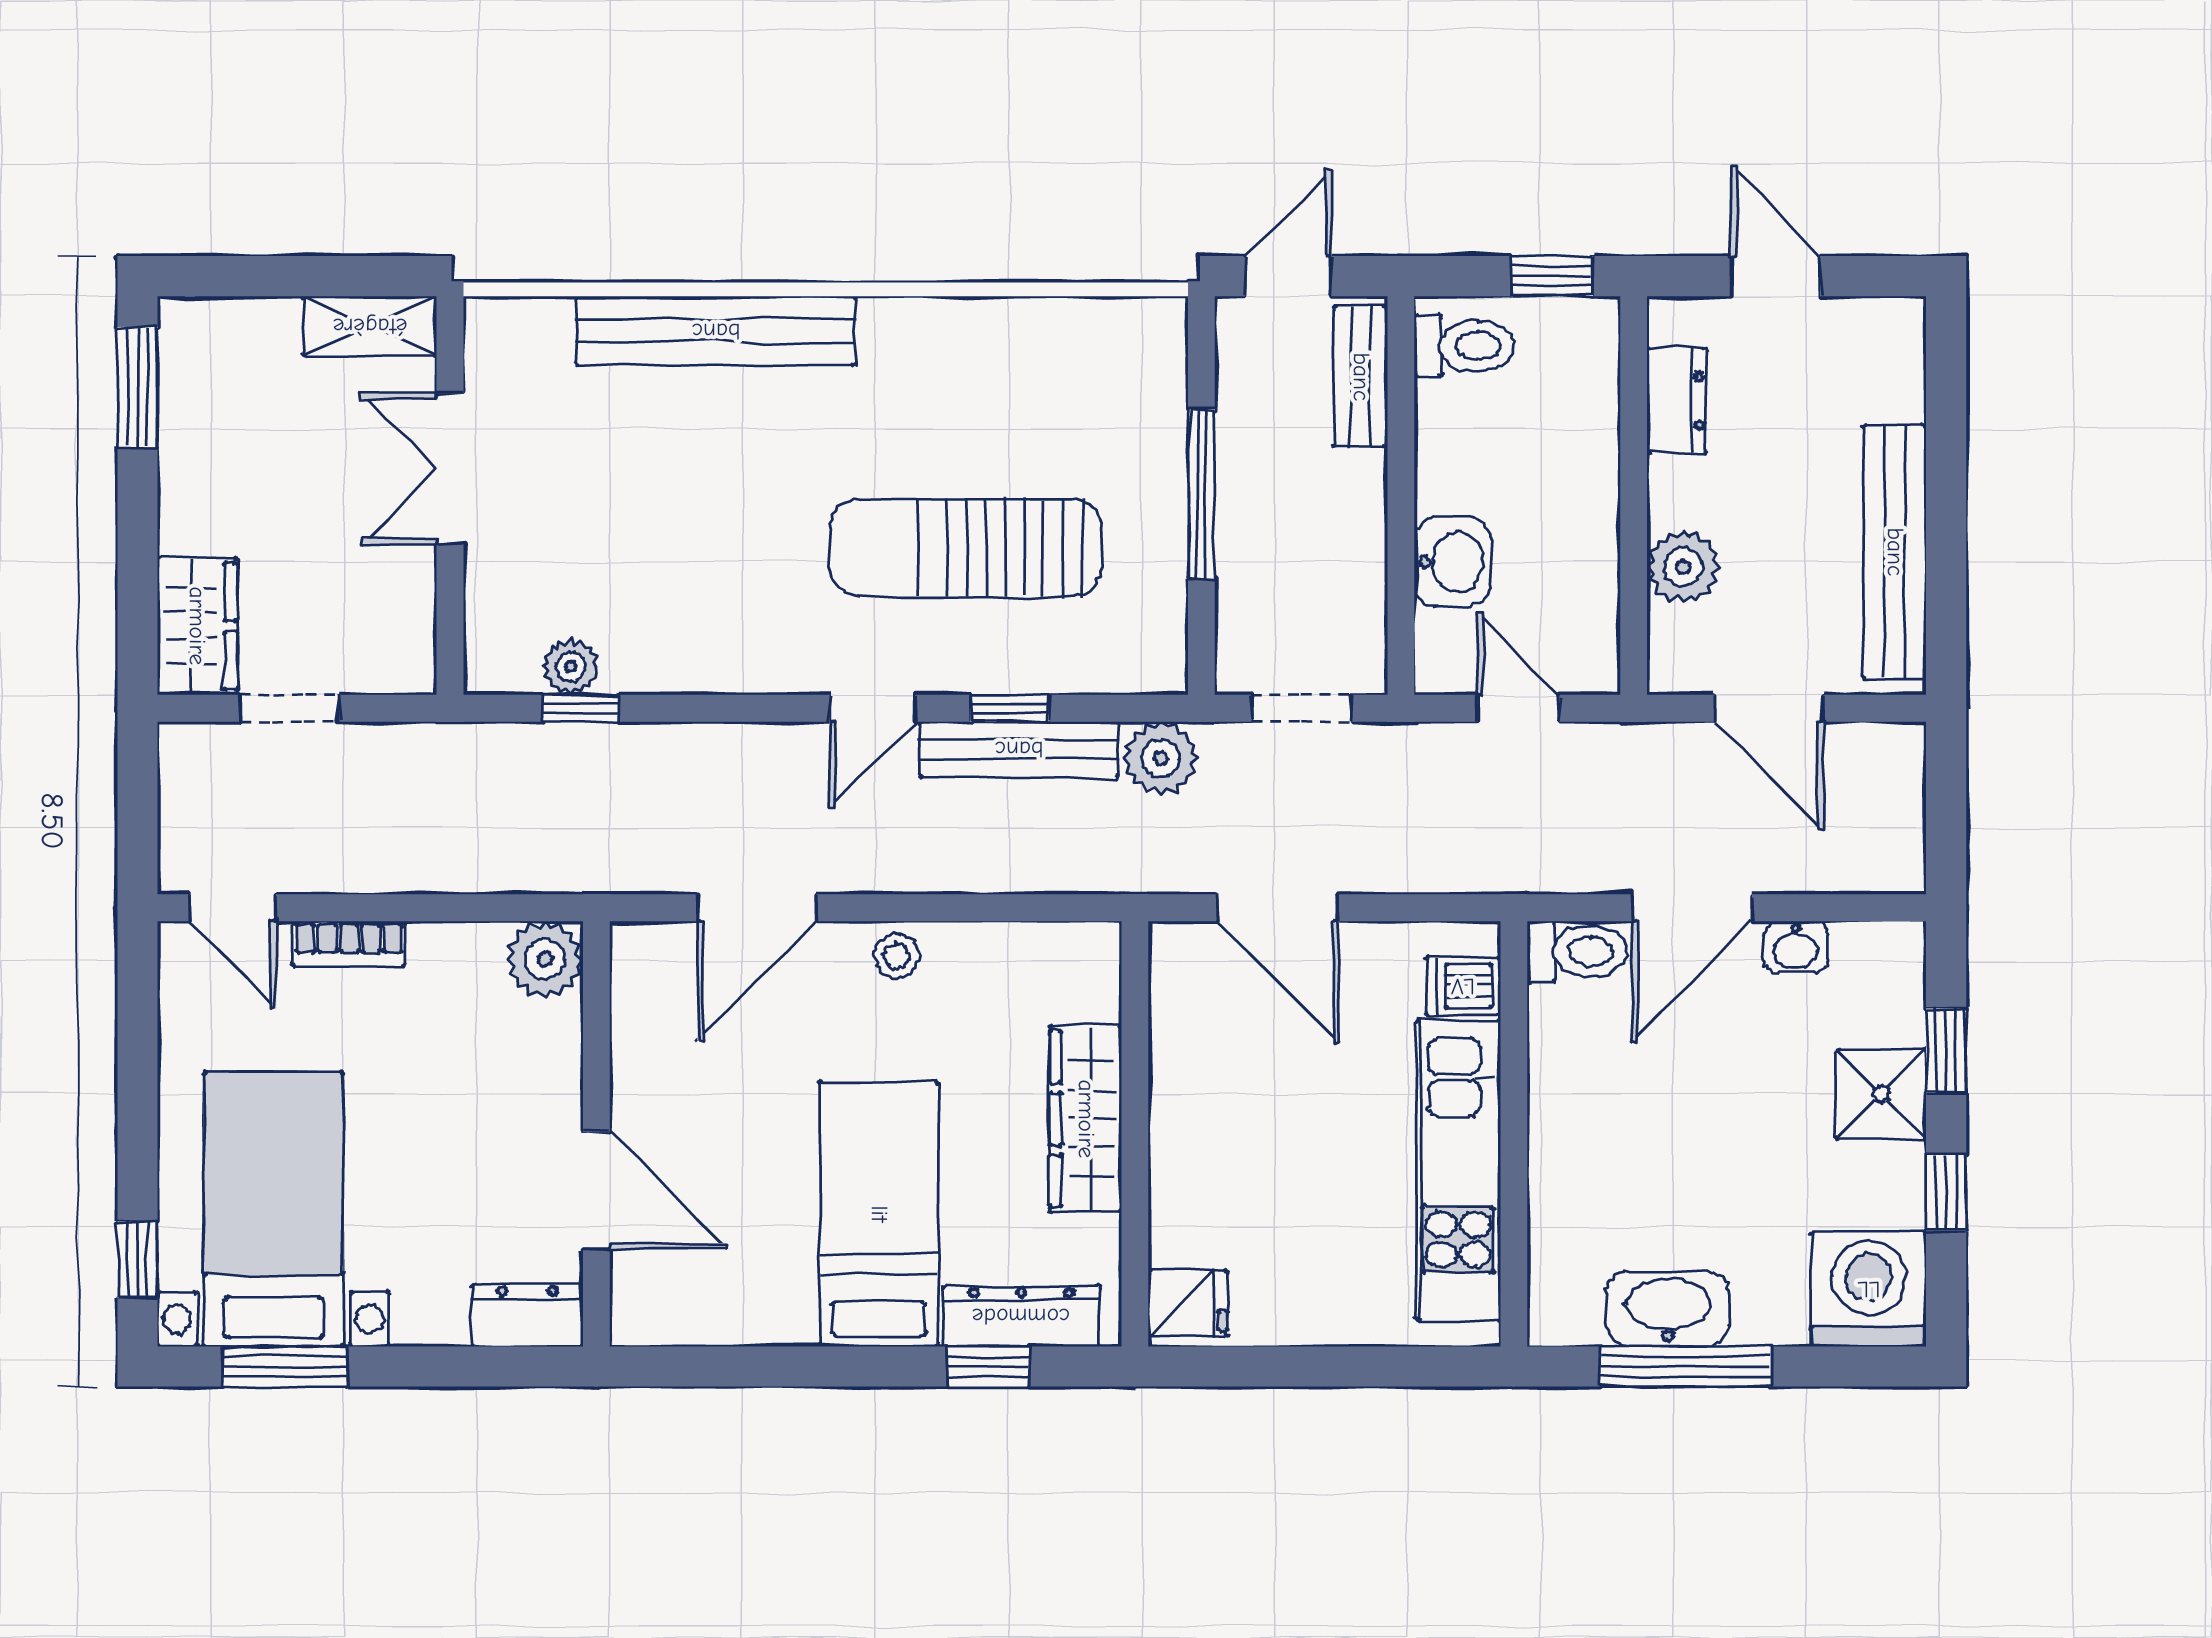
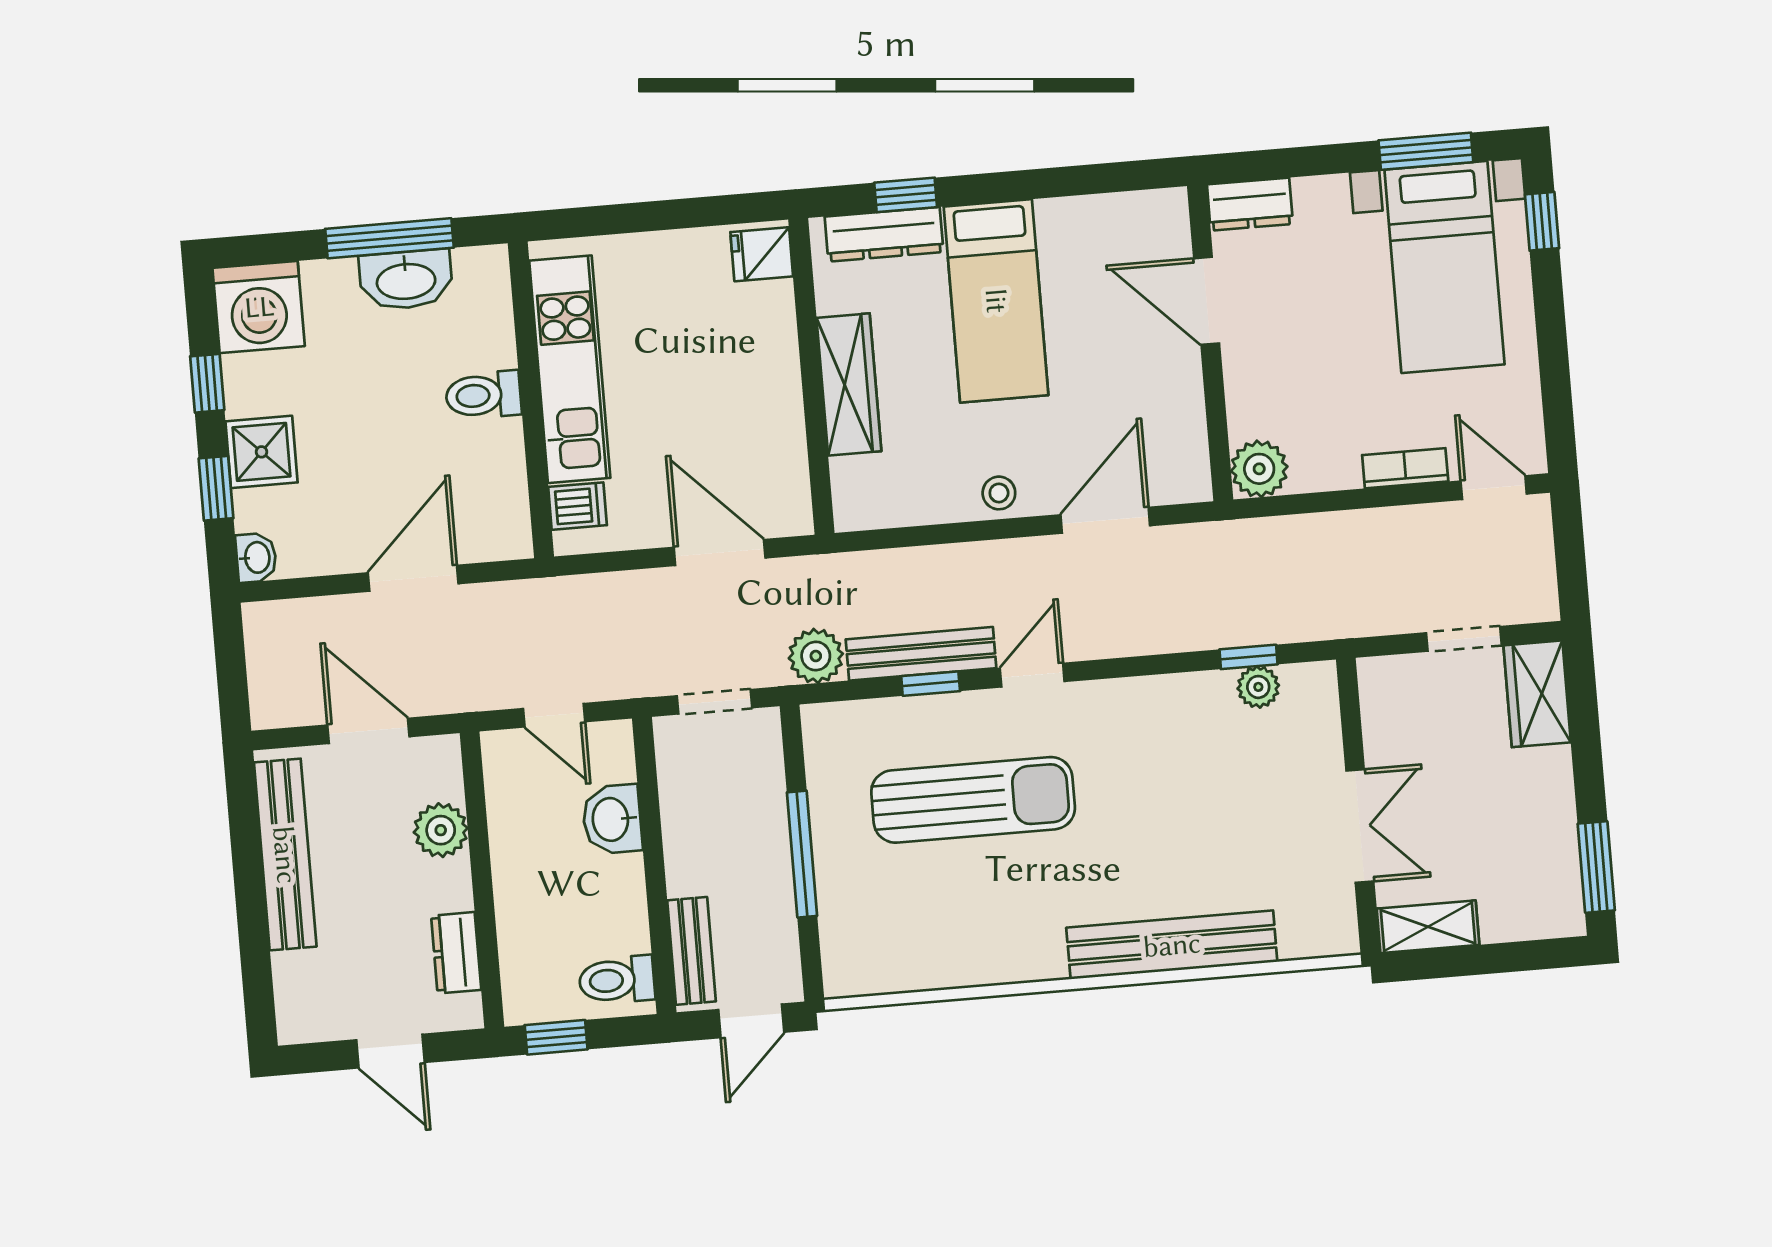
washbasin: (1796, 947) -> (256, 558), moved, turned 90
toilet: (1577, 951) -> (483, 395), moved

